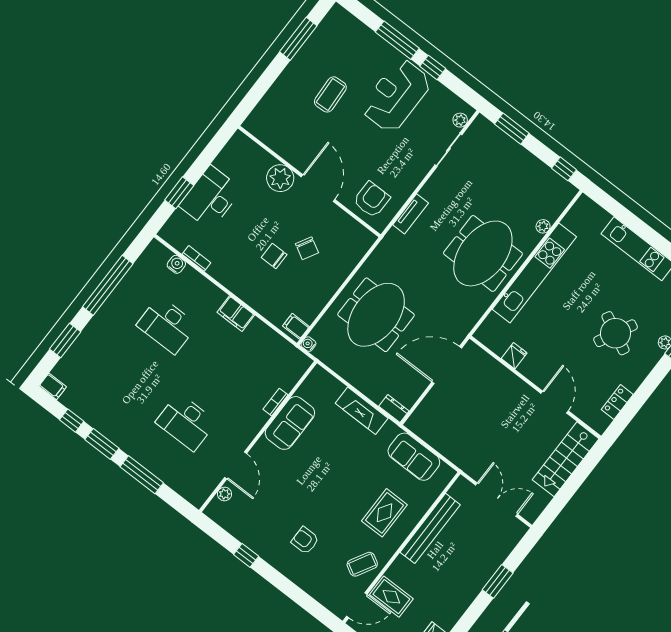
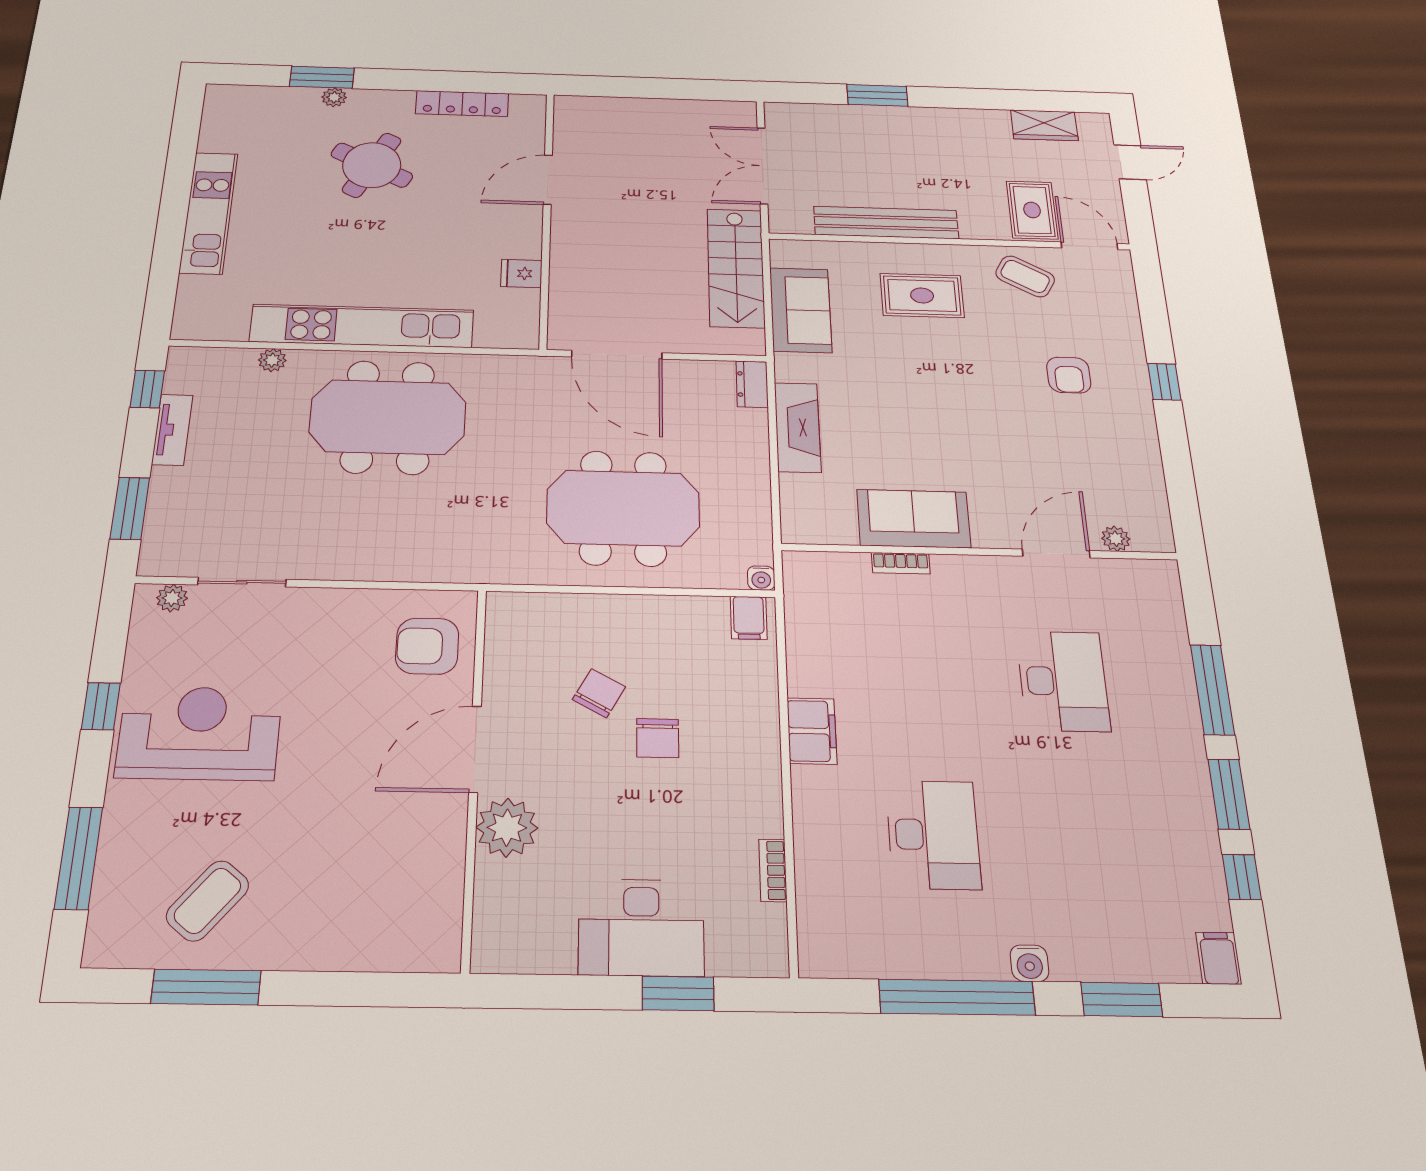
window: (397, 40) -> (79, 858), moved
coffee table: (330, 94) -> (208, 901), moved, turned -48
reception desk: (396, 95) -> (199, 733), turned 180
tv unit: (411, 214) -> (172, 430), moved, turned 90
water cooler: (176, 264) -> (1029, 963), moved, turned -90
locker: (617, 402) -> (462, 104), width x1.53
stairs: (566, 459) -> (736, 268), moved, turned 90
window: (246, 555) -> (1164, 382), moved

